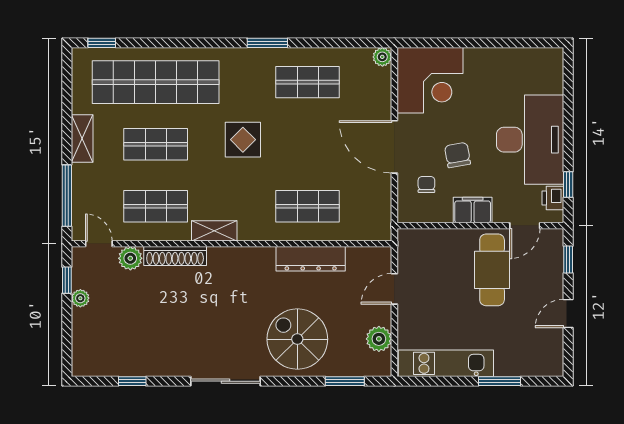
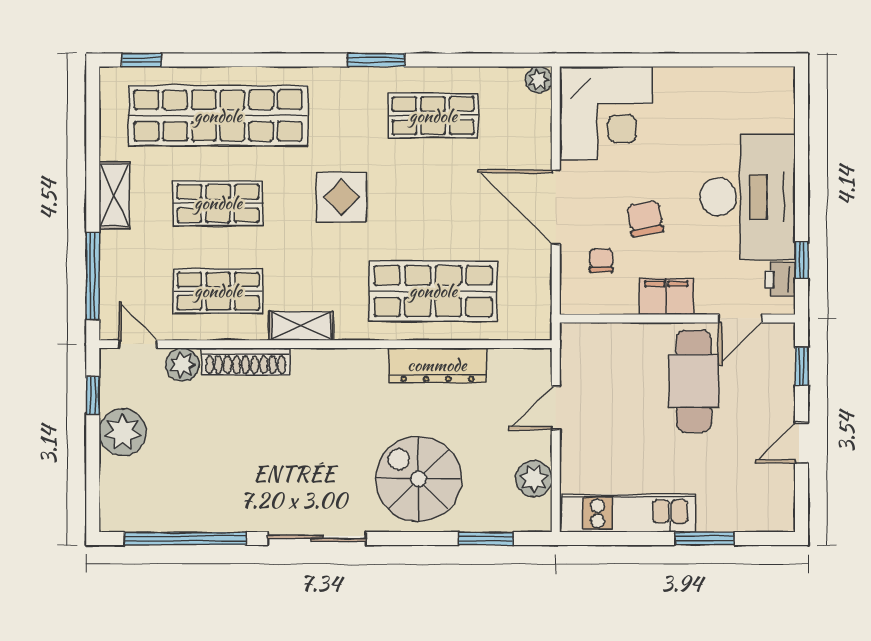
shop shelf: (308, 206) -> (433, 291), width x1.43, depth x1.36
plant: (80, 298) -> (123, 432), width x1.87, depth x1.87
window: (132, 381) -> (185, 539), width x3.17

